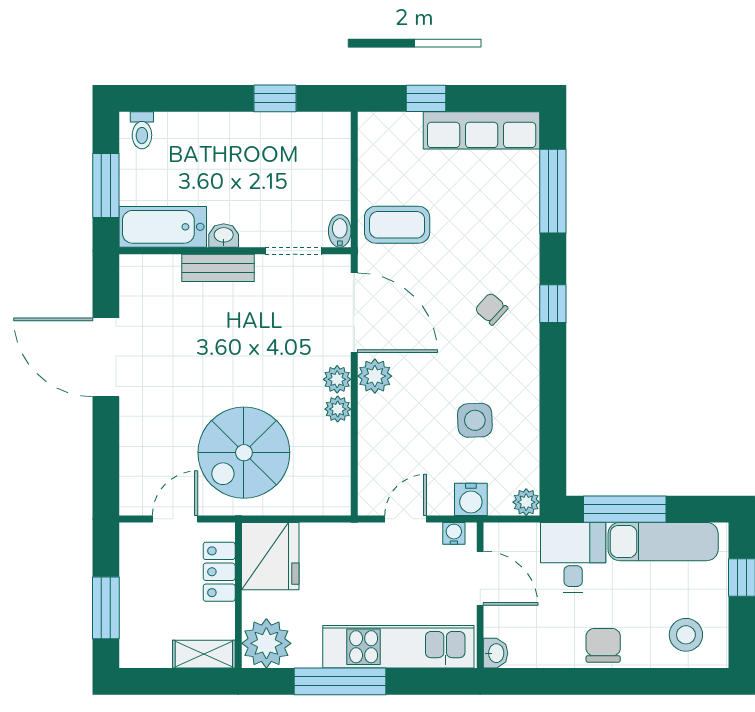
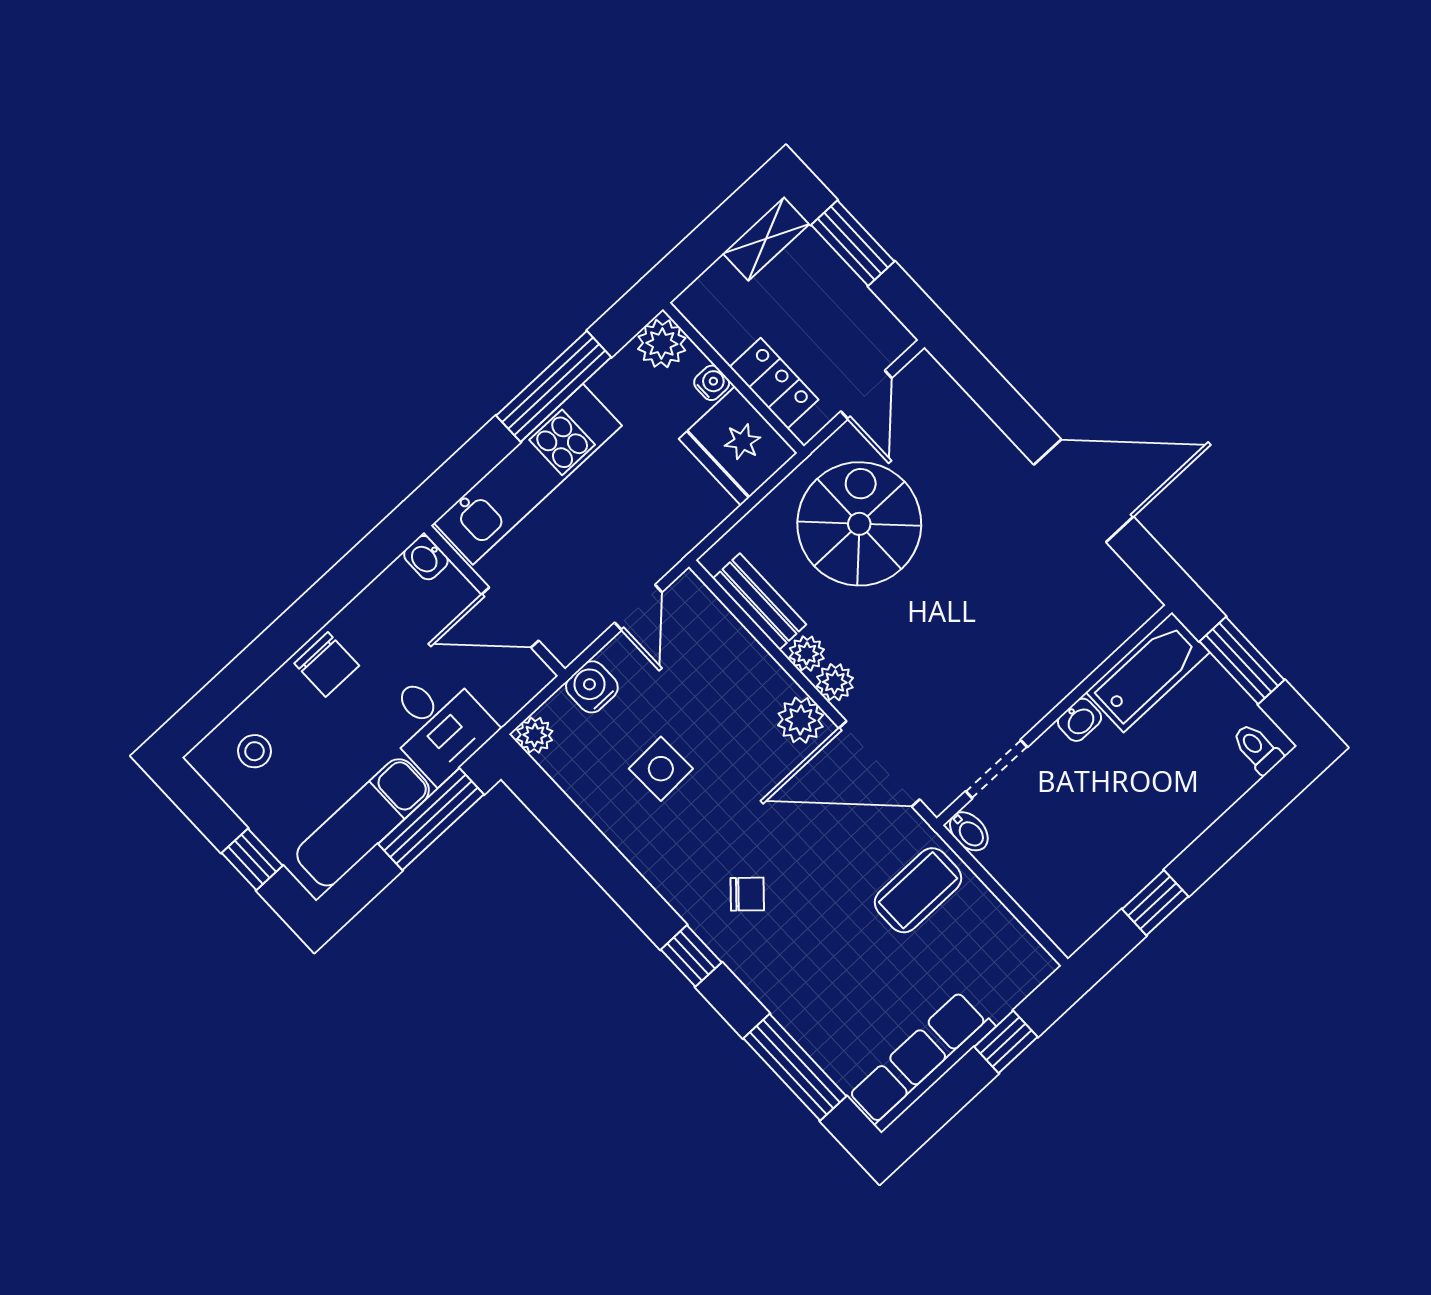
bench: (218, 268) -> (759, 601), moved, turned 90
water cooler: (454, 533) -> (712, 383), moved, turned -90
stool: (686, 635) -> (254, 751), width x0.73, depth x0.73
plant: (266, 643) -> (662, 344), width x0.73, depth x0.73
shelving: (204, 654) -> (766, 238), moved

